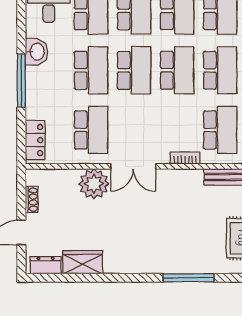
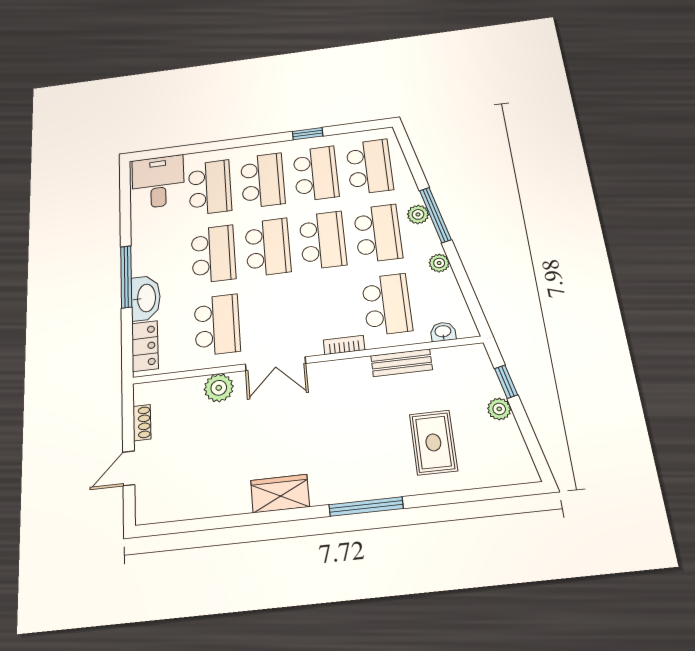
washbasin: (37, 52) -> (146, 298), moved, width x1.38
plant: (94, 184) -> (219, 388), width x0.73, depth x0.73
wardrobe: (83, 262) -> (280, 493), moved
dresser: (46, 265) -> (163, 510), removed

